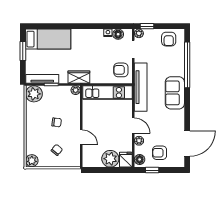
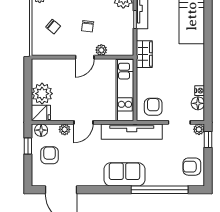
plant: (76, 90) -> (101, 50), moved
door: (81, 137) -> (85, 57), moved

